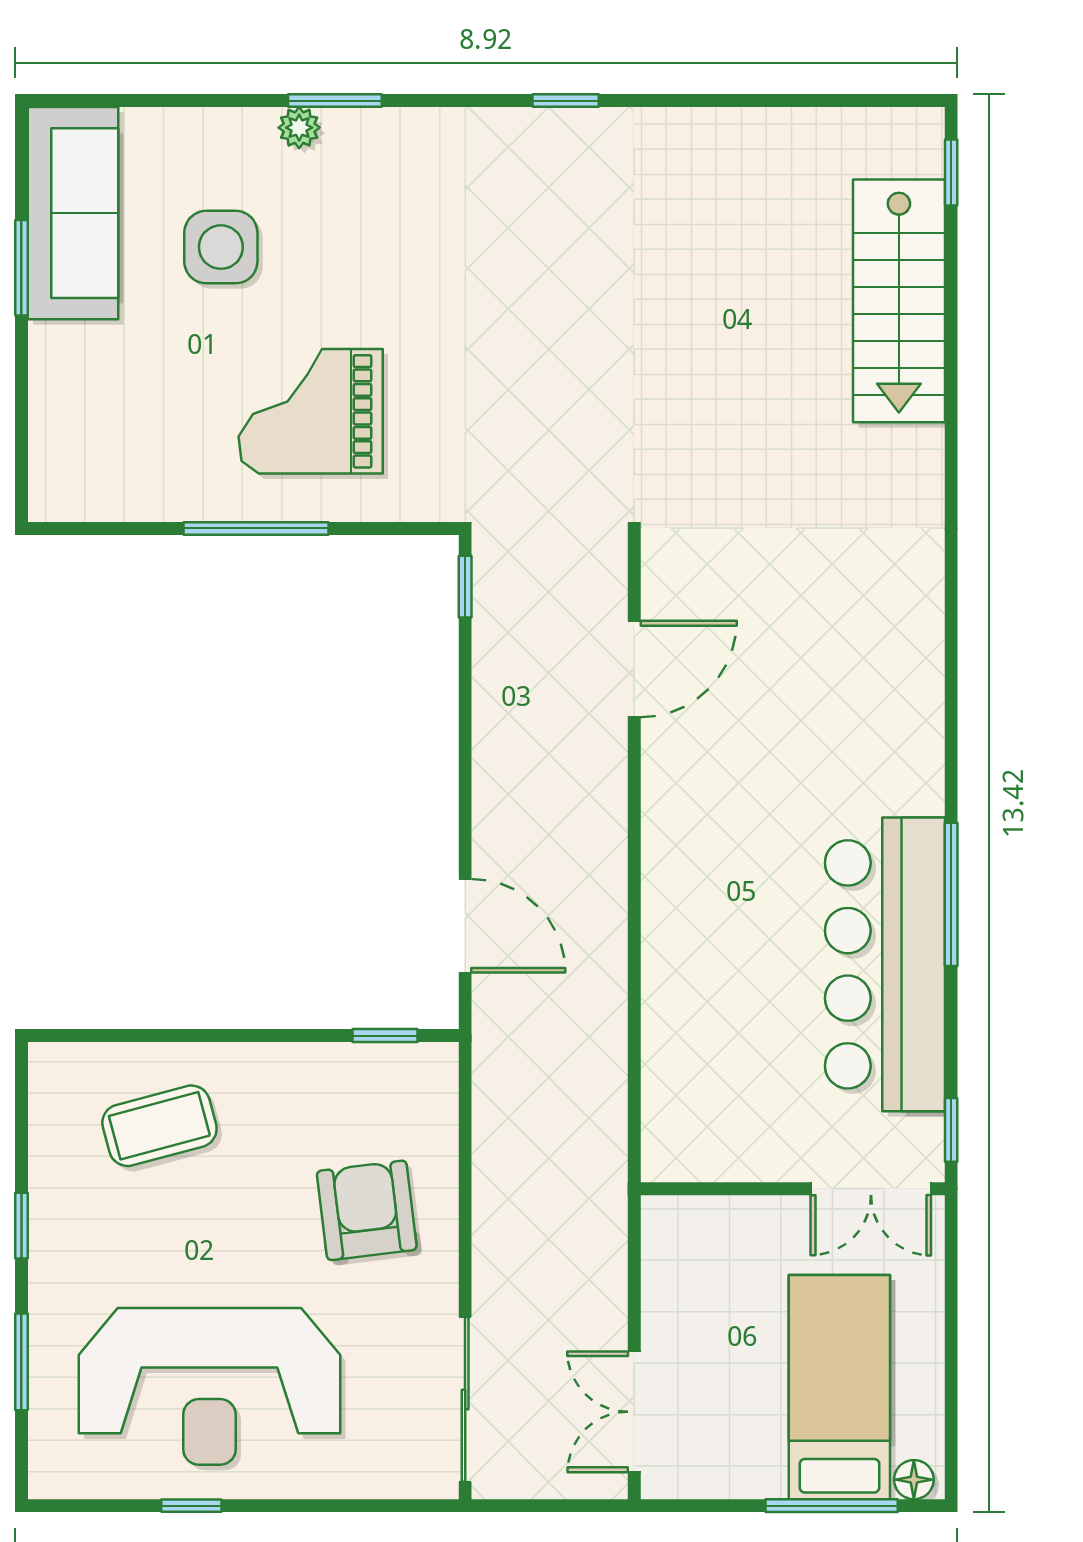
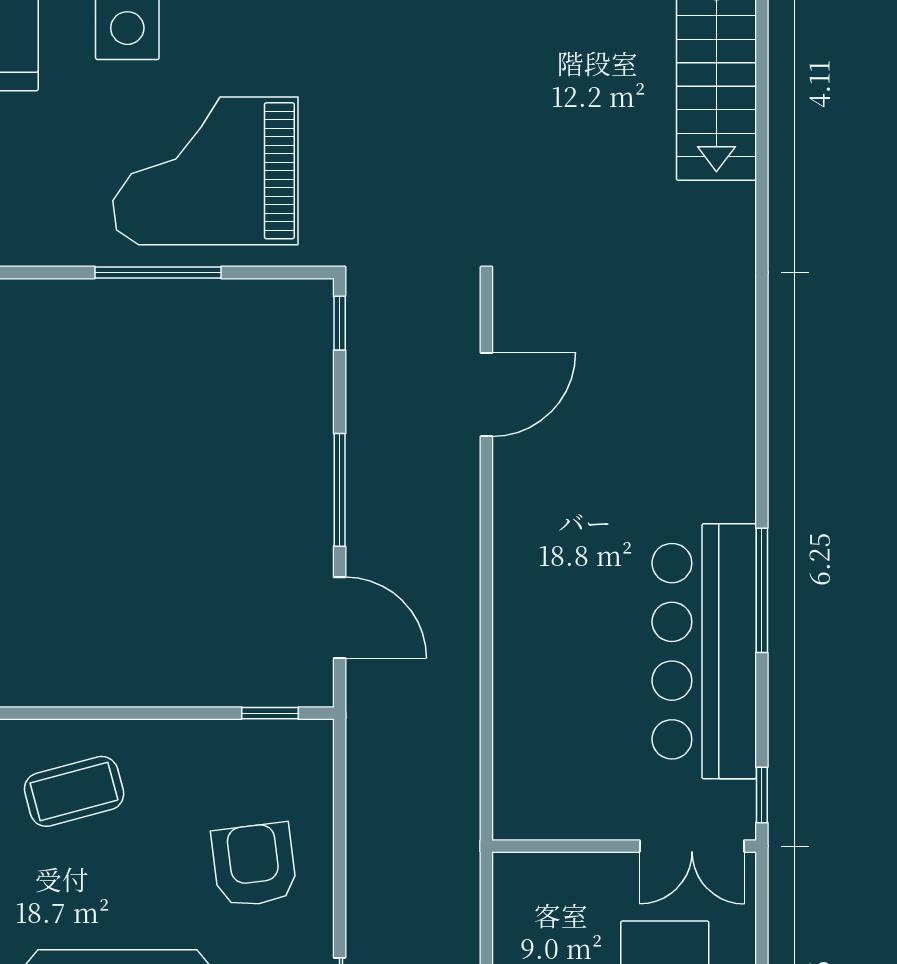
grand piano: (311, 411) -> (205, 171), width x1.37, depth x1.48
window: (465, 779) -> (340, 490), added

